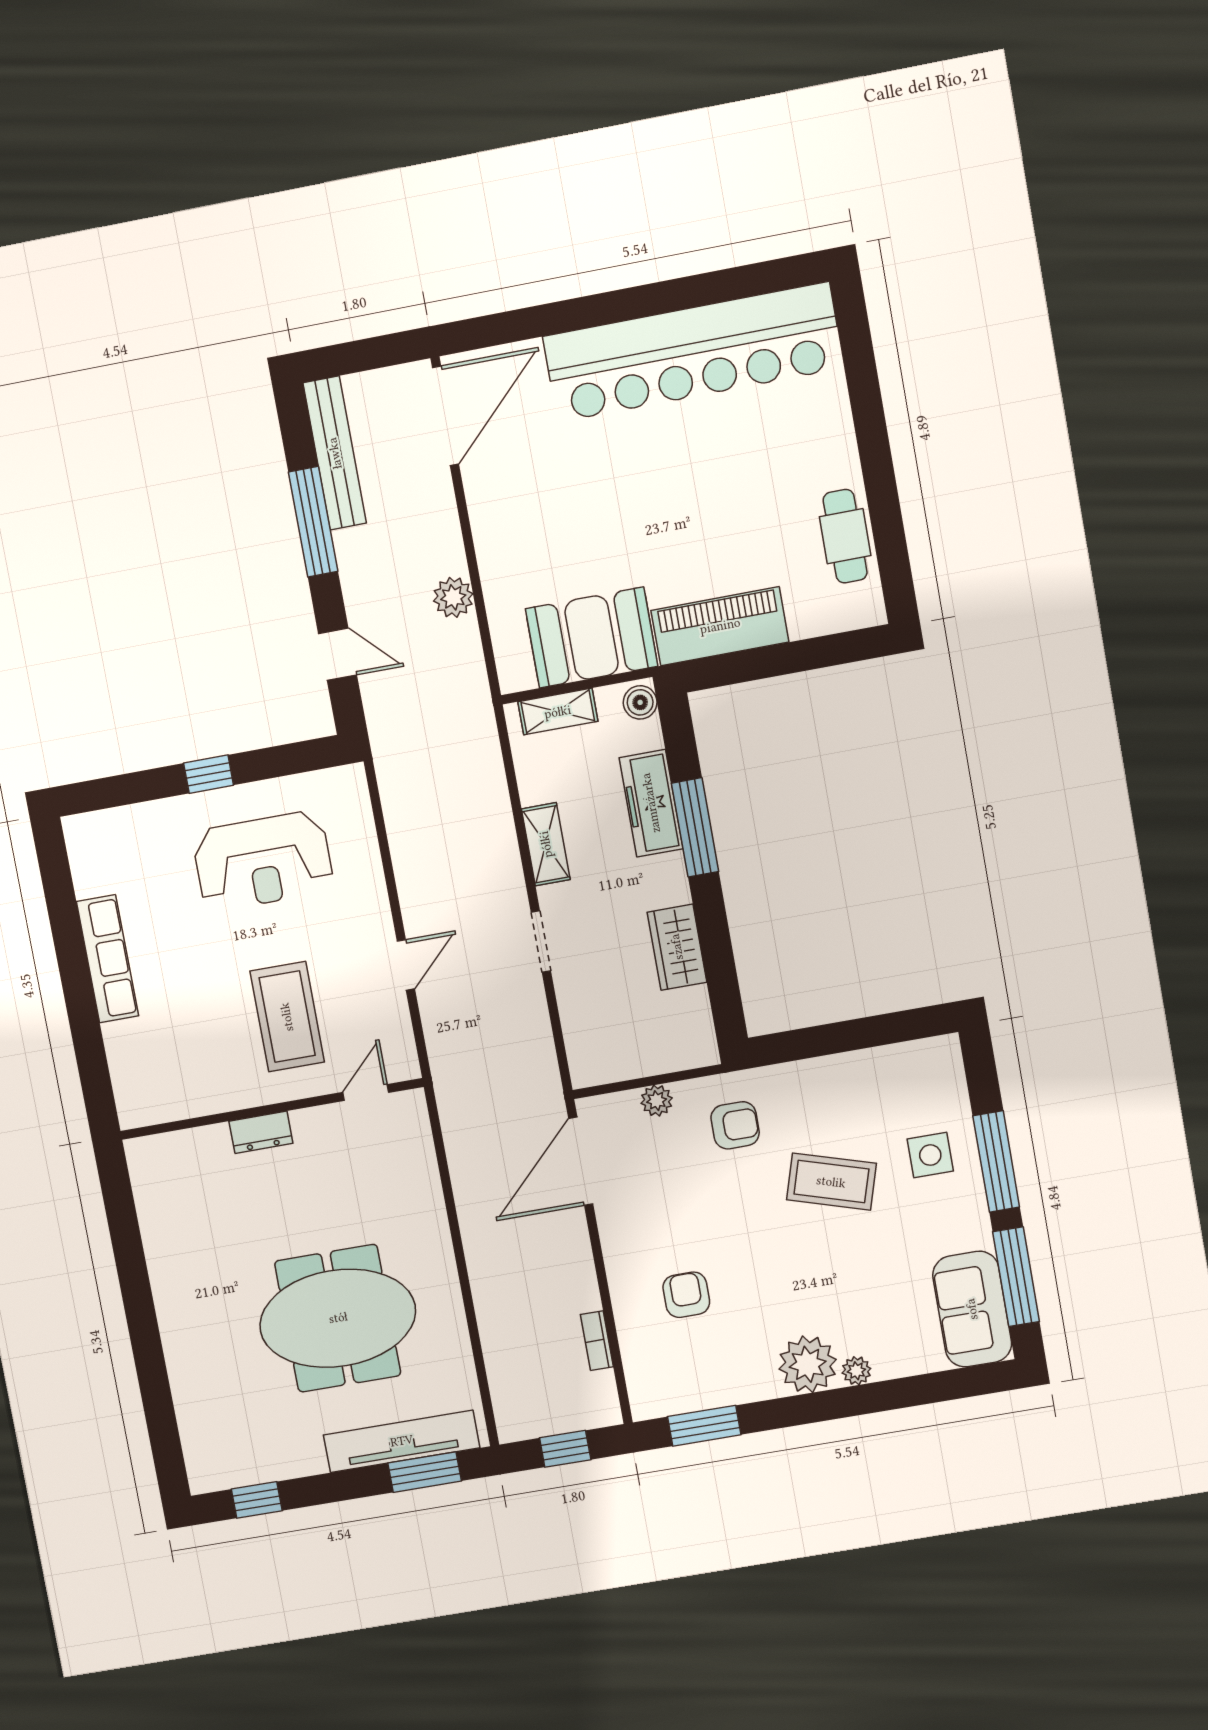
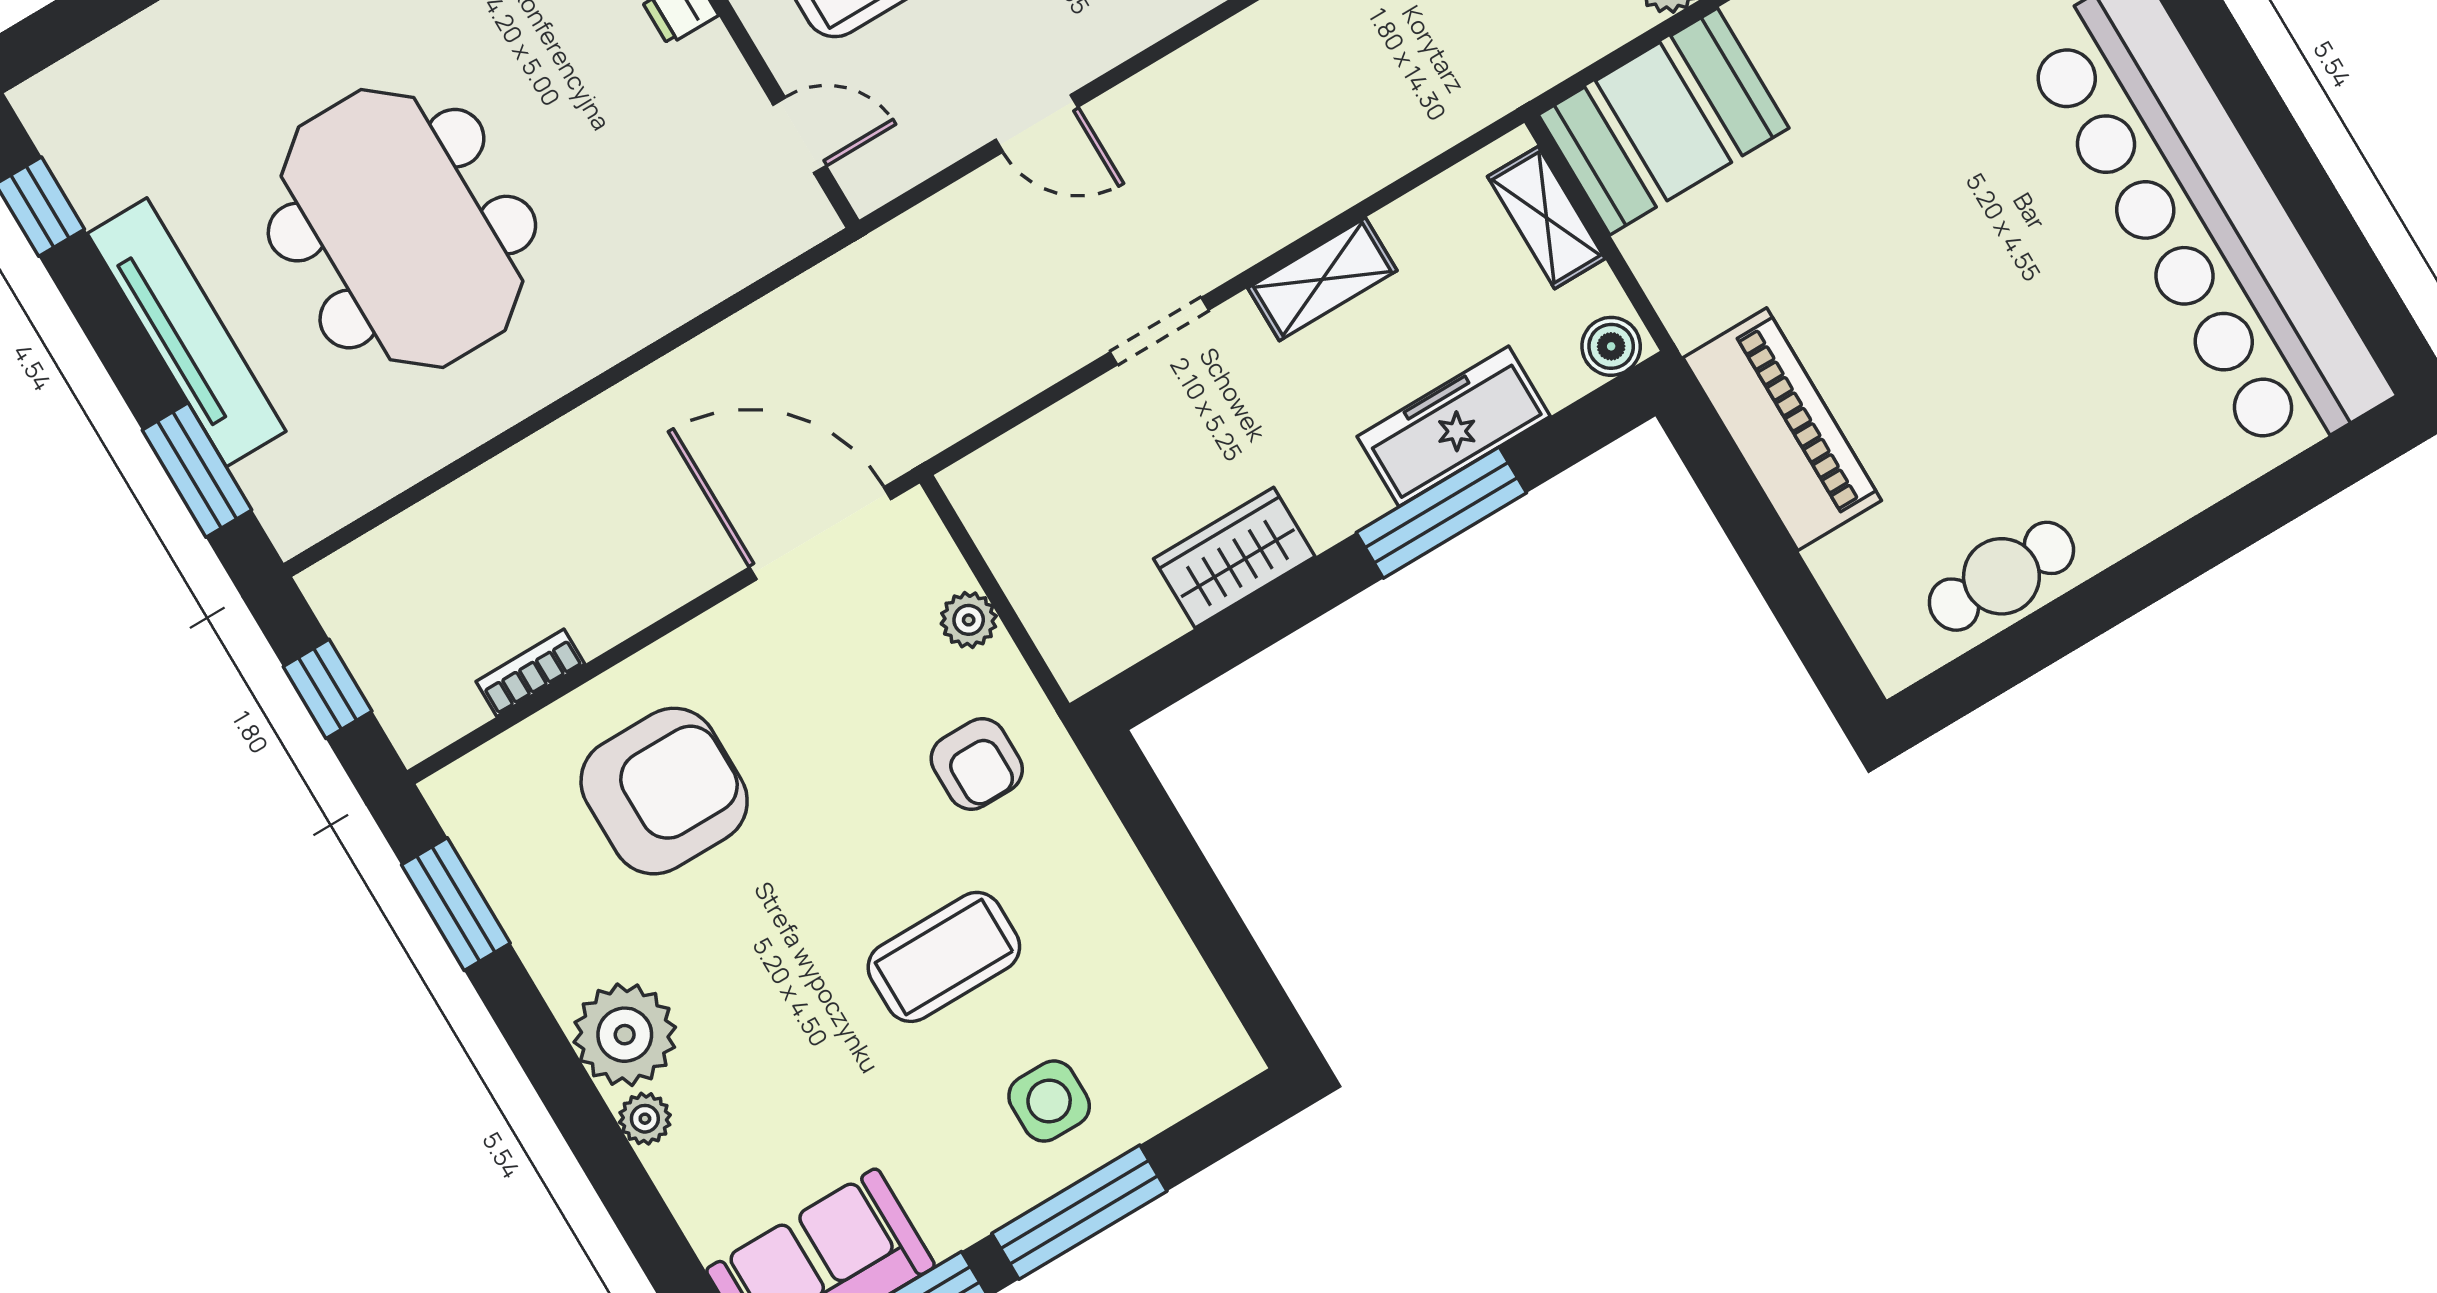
booth: (592, 638) -> (1664, 121), moved, turned 90
coffee table: (831, 1182) -> (944, 957), turned 73
armchair: (686, 1295) -> (664, 791), width x1.88, depth x1.88
tv unit: (402, 1441) -> (187, 332), moved

